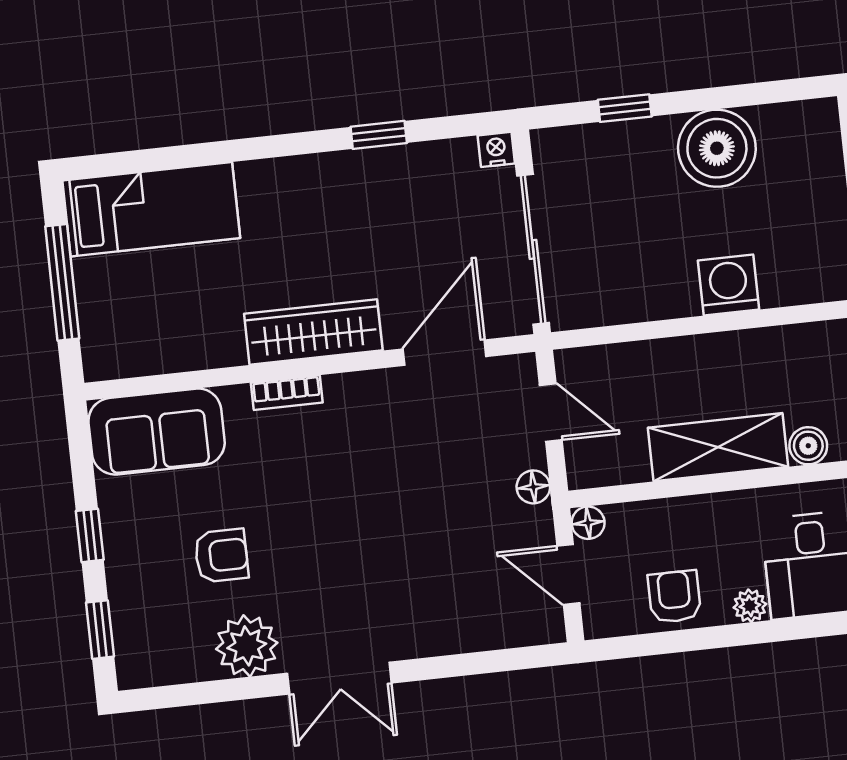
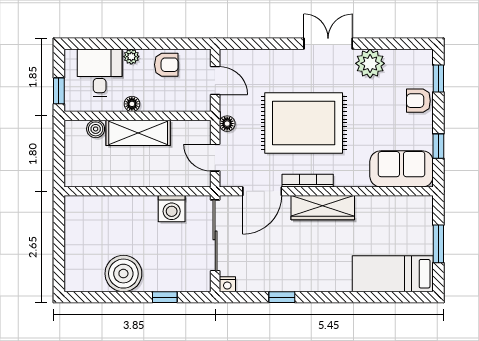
window: (62, 282) -> (438, 244), width x0.69
washing machine: (728, 285) -> (172, 209), moved
bookcase: (287, 393) -> (308, 181), moved, width x1.56
rug: (373, 506) -> (304, 123), added
floor lamp: (588, 523) -> (132, 104), moved
window: (90, 535) -> (438, 146), moved
armchair: (221, 556) -> (418, 101), moved
armchair: (674, 597) -> (166, 65), turned -90

